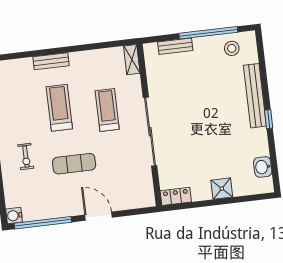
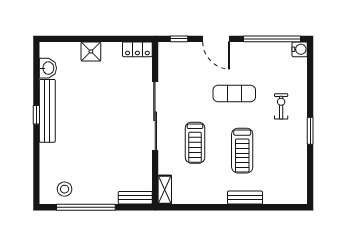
bench: (175, 46) -> (135, 198), moved
bench: (255, 96) -> (47, 111), moved
window: (136, 212) -> (179, 39), added

